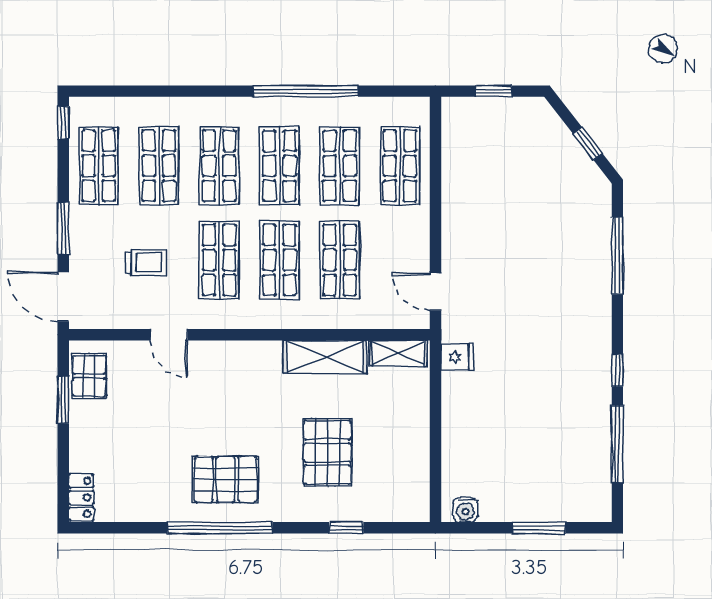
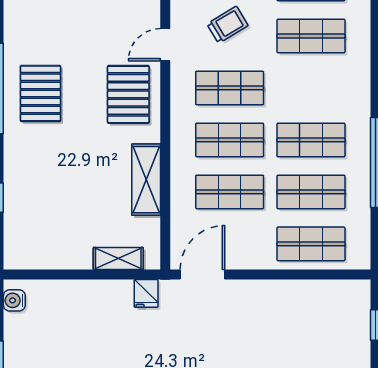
shop shelf: (219, 166) -> (311, 88), removed
trolley: (146, 263) -> (227, 25), turned -121
door: (435, 292) -> (202, 275), width x1.38
shelving: (398, 353) -> (118, 259), moved, turned 90
pallet: (327, 453) -> (128, 94), moved, turned 90

